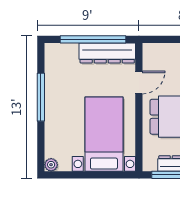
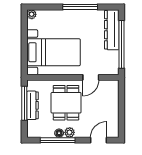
dresser: (107, 53) -> (112, 30), moved
door: (139, 82) -> (91, 77), hinge flipped

